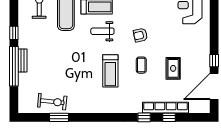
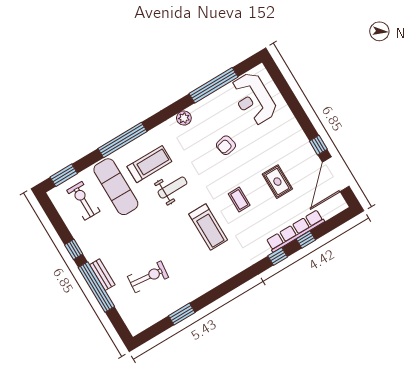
weight bench: (102, 31) -> (172, 188), turned 180
armchair: (140, 35) -> (226, 145), moved
exercise bike: (52, 102) -> (148, 277), moved

